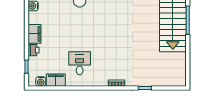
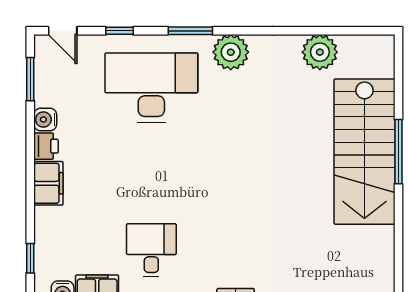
printer: (33, 50) -> (46, 146), moved

